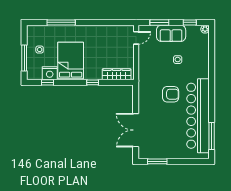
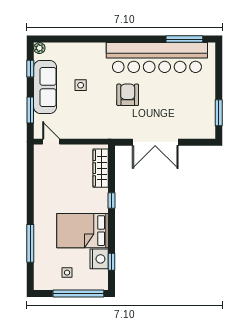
sofa: (171, 33) -> (45, 87), width x1.36
window: (24, 58) -> (78, 294), width x1.46
double door: (136, 130) -> (155, 142), moved

